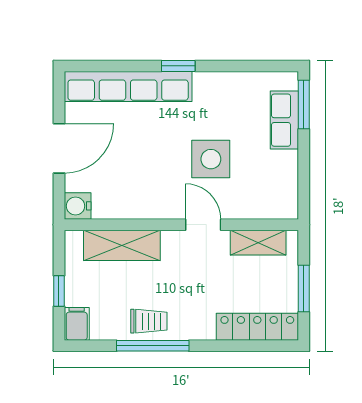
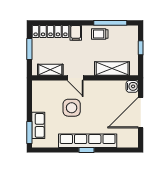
row of seats: (128, 86) -> (88, 141), moved
door: (59, 148) -> (141, 113), width x1.36
filing cabinet: (77, 324) -> (76, 33), moved
window: (153, 346) -> (110, 23), moved

